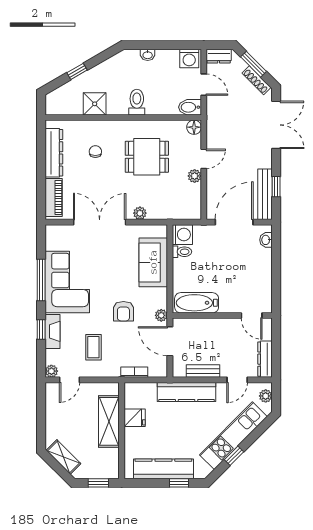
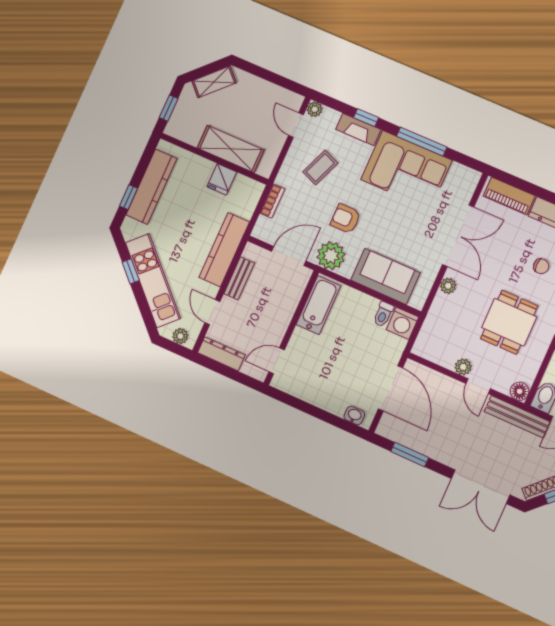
window: (276, 187) -> (410, 455), width x1.50
bench: (265, 194) -> (517, 417), moved
plant: (161, 315) -> (331, 256), width x1.88, depth x1.88
coffee table: (93, 347) -> (320, 168), turned -68

